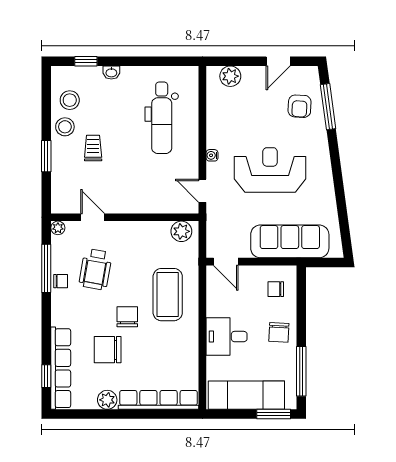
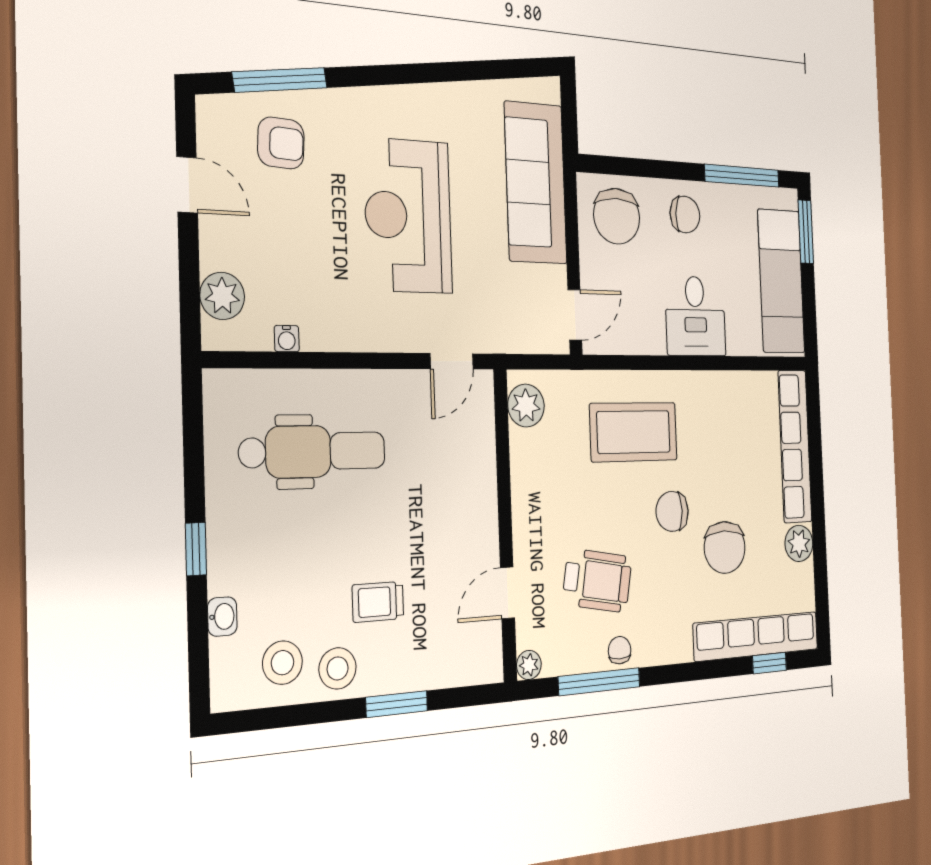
window: (86, 61) -> (196, 549), moved
washbasin: (111, 72) -> (222, 617), moved
water cooler: (212, 155) -> (287, 339), moved
chair: (276, 289) -> (617, 216), width x1.87, depth x1.87

